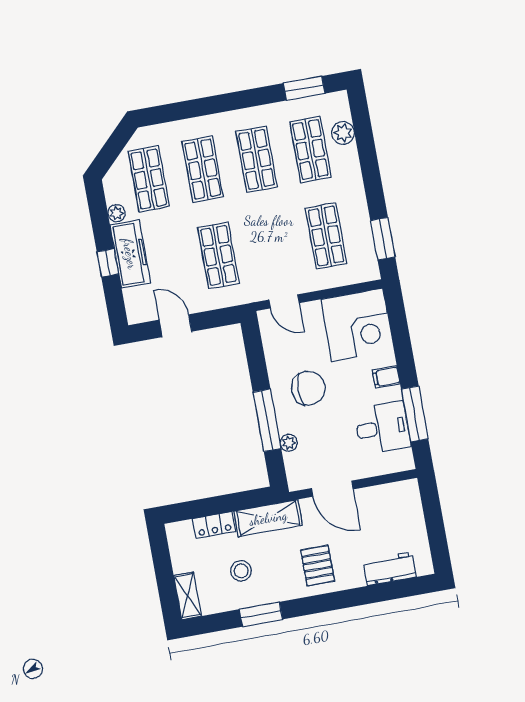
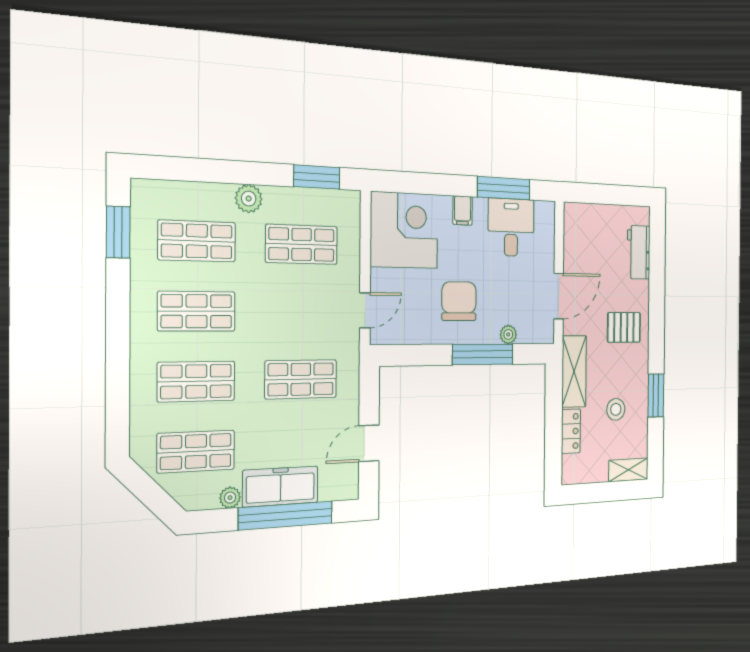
plant: (343, 133) -> (249, 199), moved
window: (108, 263) -> (286, 515), width x3.17

